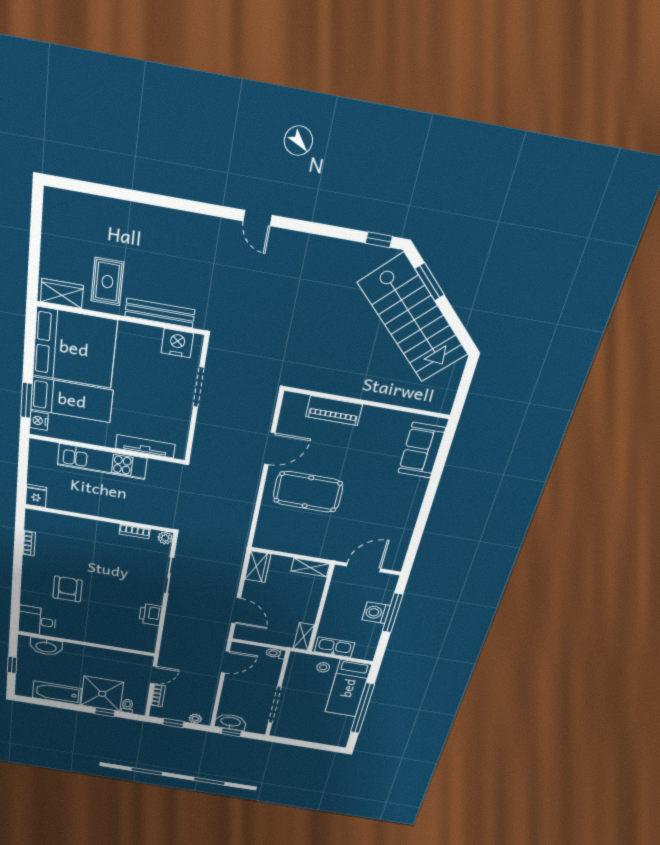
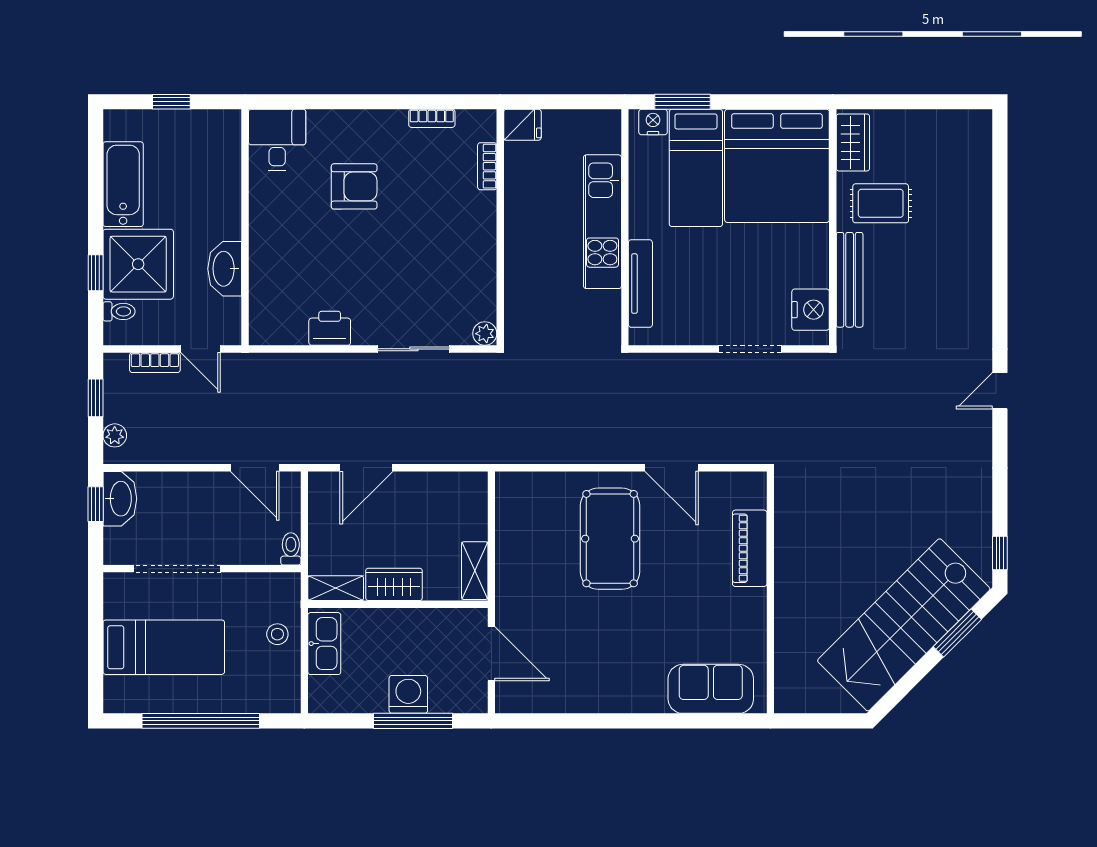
bookcase: (135, 532) -> (487, 166), moved
wardrobe: (258, 567) -> (394, 584), moved, turned 180
washbasin: (46, 647) -> (225, 269), moved
bed: (348, 688) -> (164, 647), moved, turned 180

